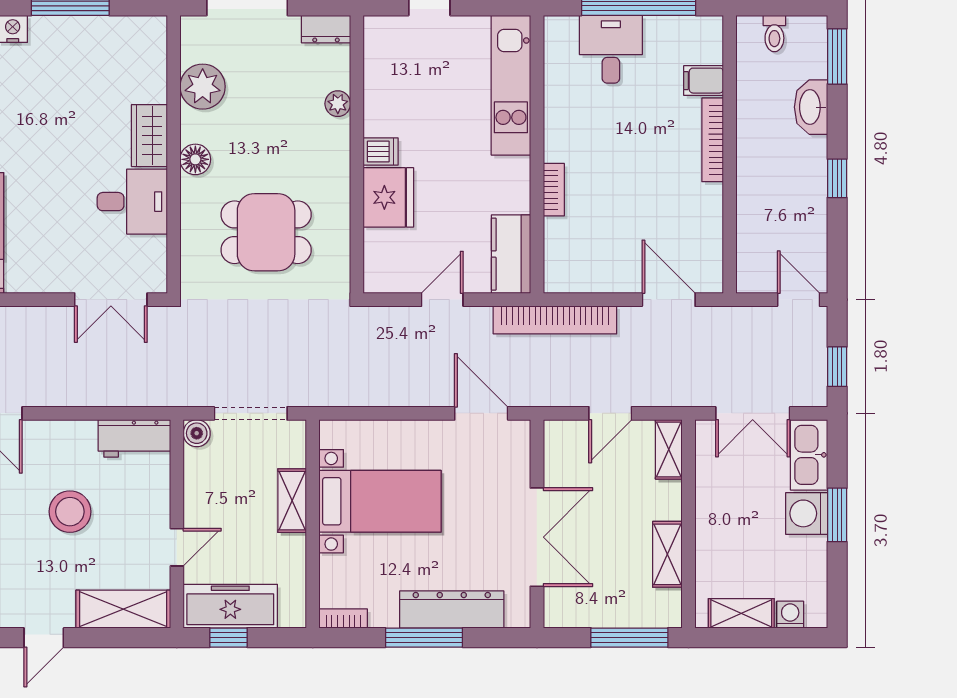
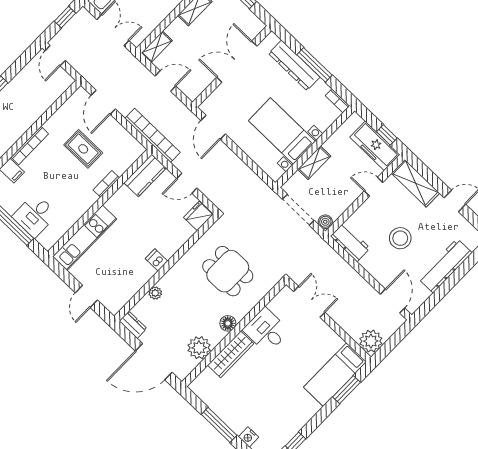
wardrobe: (149, 136) -> (231, 354), width x1.50
fridge: (388, 197) -> (198, 216), moved, width x0.73, depth x0.75
rug: (633, 207) -> (83, 149), added

